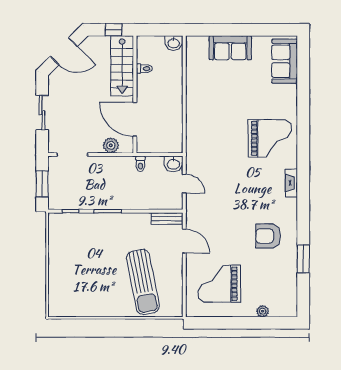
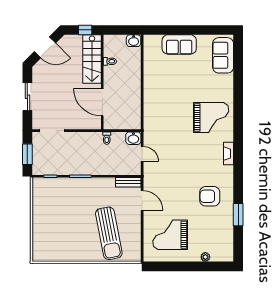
plant: (111, 145) -> (83, 123), removed

